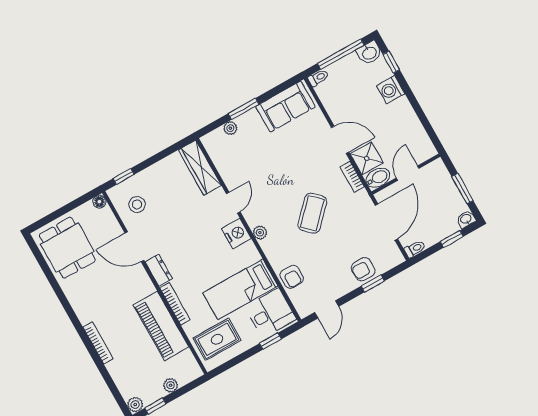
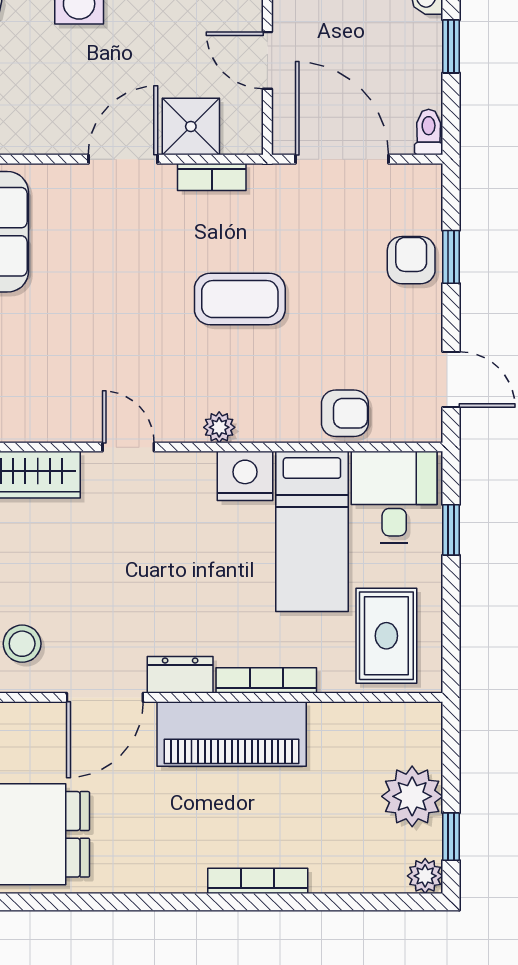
bidet: (378, 178) -> (243, 126), removed
coffee table: (312, 213) -> (240, 299), turned -44
nightstand: (236, 233) -> (245, 476), moved
armchair: (363, 269) -> (411, 260), turned 180
piano: (161, 326) -> (232, 734), moved
plant: (171, 385) -> (412, 796), width x1.88, depth x1.88

